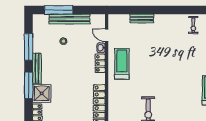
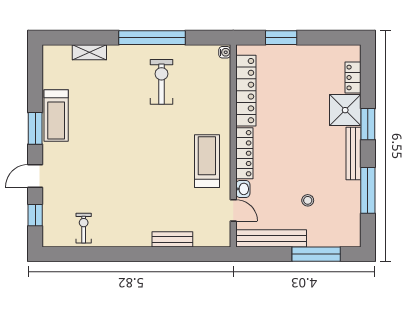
bench: (70, 19) -> (271, 238), moved
locker: (100, 63) -> (244, 153), width x1.53
treadmill: (122, 64) -> (207, 161), turned 180
window: (29, 85) -> (368, 124), width x0.69

